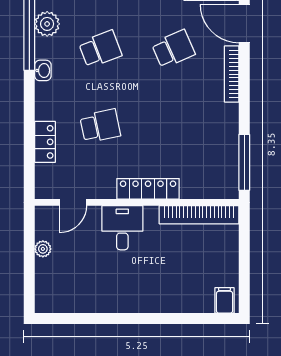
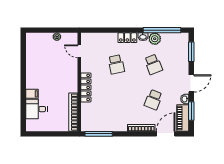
plant: (47, 24) -> (155, 39), moved
school desk: (173, 49) -> (153, 100), turned 45
locker: (45, 142) -> (127, 38), moved
desk: (122, 228) -> (36, 109), moved, turned 180
filing cabinet: (225, 300) -> (32, 94), moved

